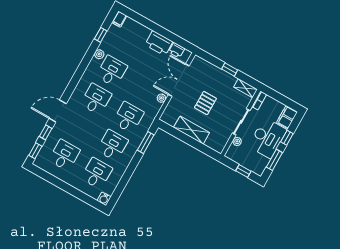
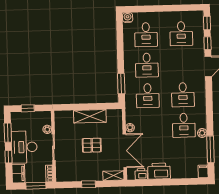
window: (101, 35) -> (211, 149), width x2.17
shelving: (245, 88) -> (113, 176), moved
window: (278, 97) -> (36, 186), added
pallet: (205, 103) -> (92, 145), turned 90

